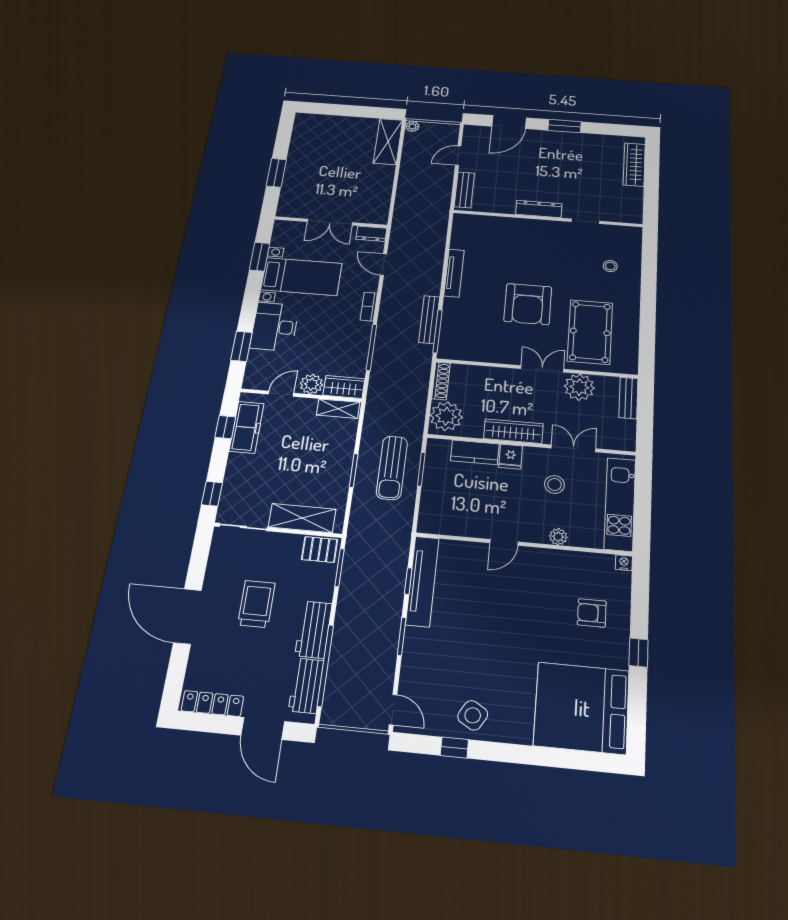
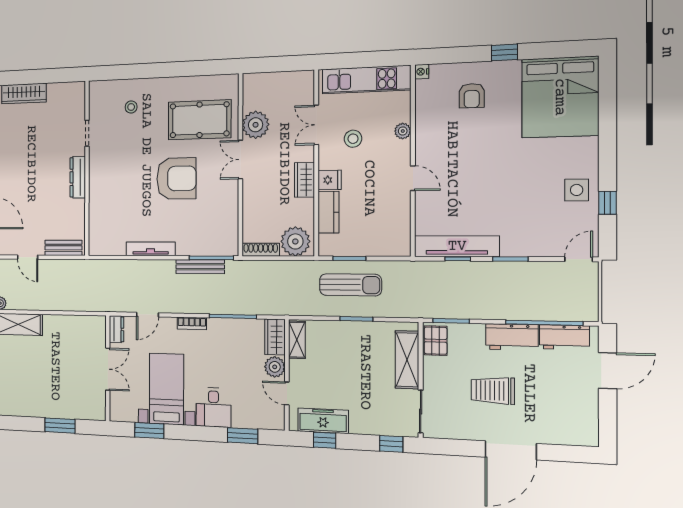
desk: (275, 327) -> (213, 407), width x0.73
bench: (628, 398) -> (262, 80), removed
wardrobe: (513, 431) -> (304, 180), width x0.67
locker: (212, 703) -> (589, 418), removed
side table: (473, 715) -> (577, 190), turned -31

